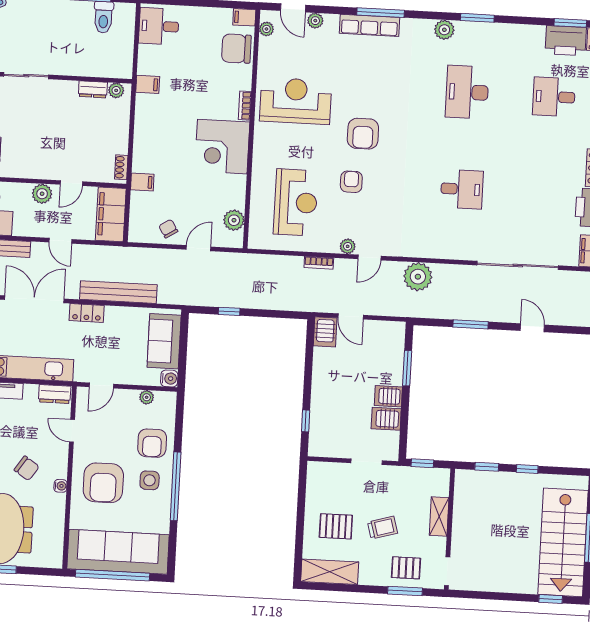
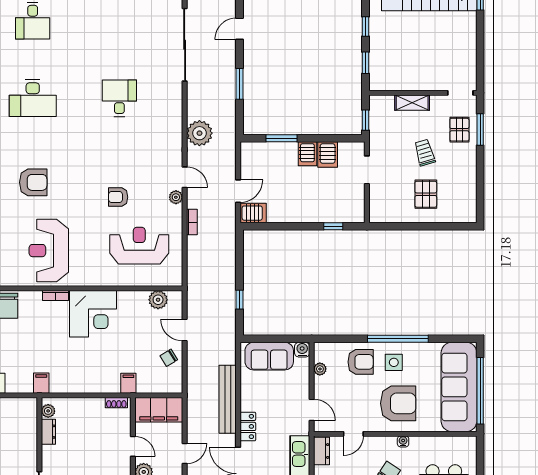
armchair: (363, 134) -> (33, 182), moved
shelving: (330, 572) -> (467, 198), removed

